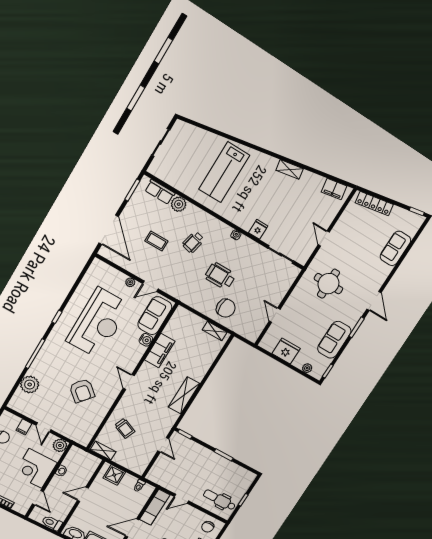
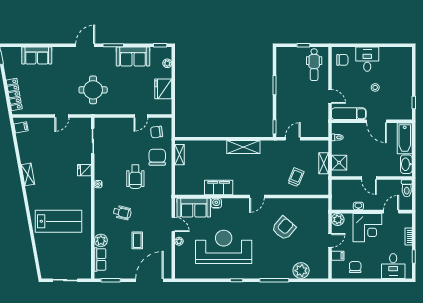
filing cabinet: (334, 189) -> (21, 127), width x0.50
chair: (250, 321) -> (157, 132), added
shelving: (103, 451) -> (324, 163), moved

